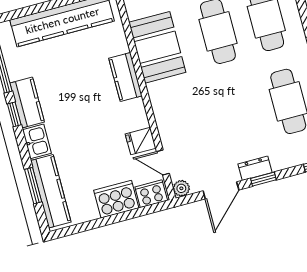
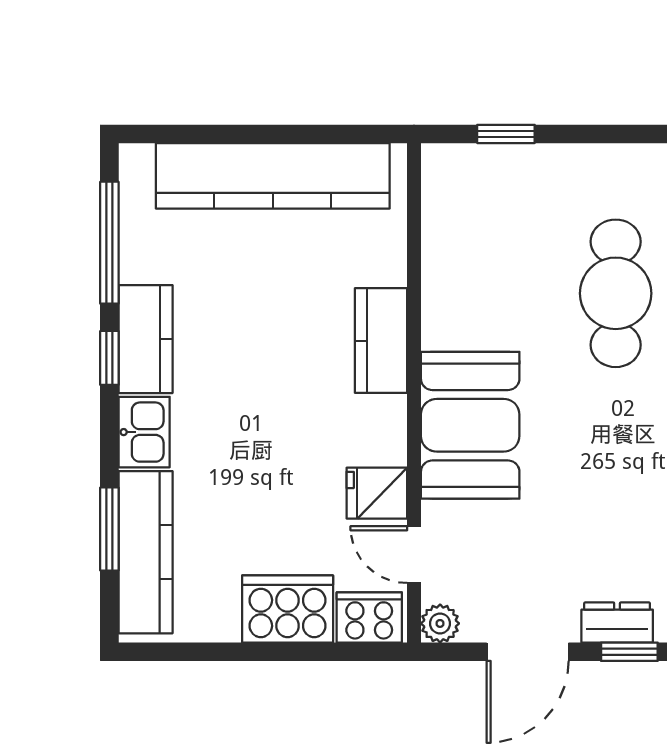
booth: (157, 47) -> (470, 425), moved

